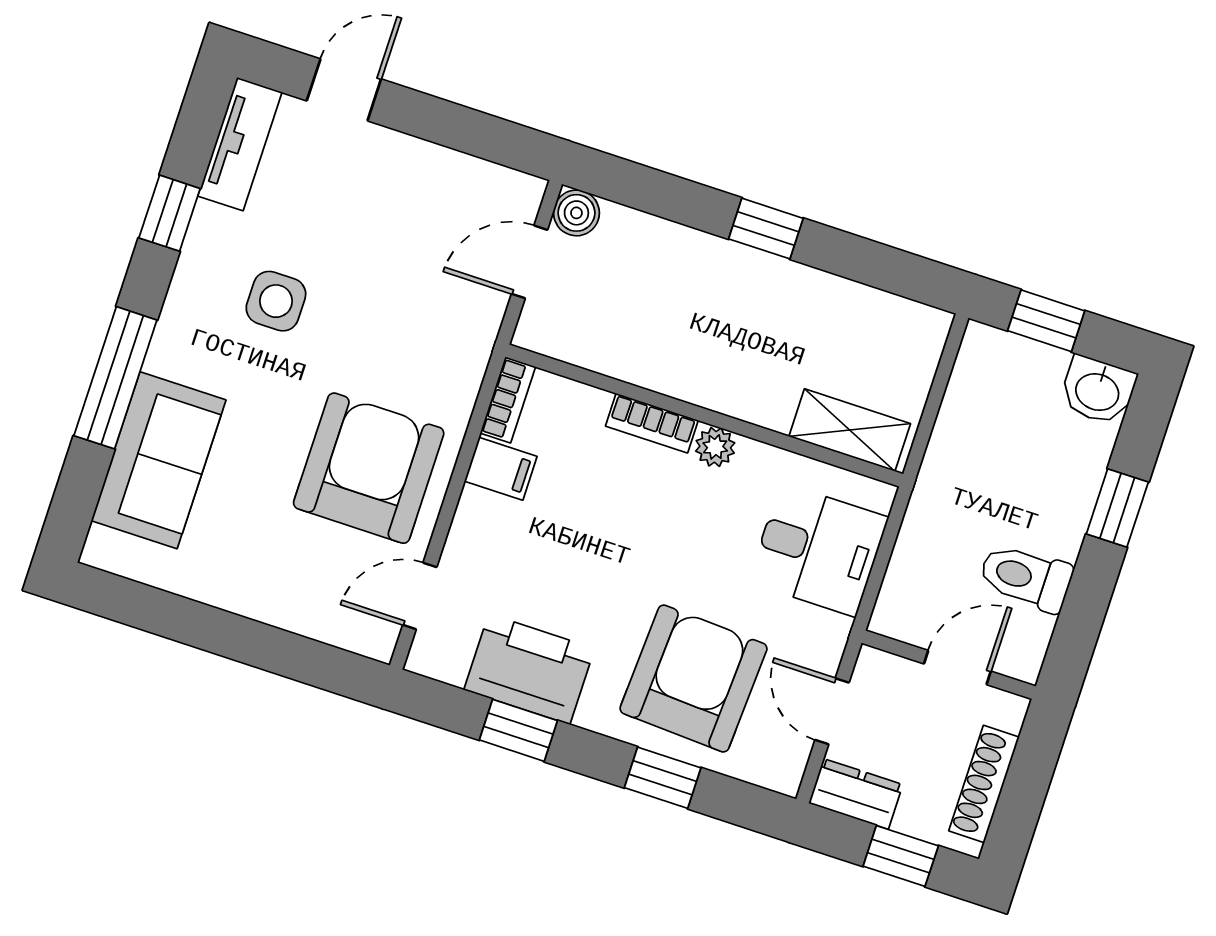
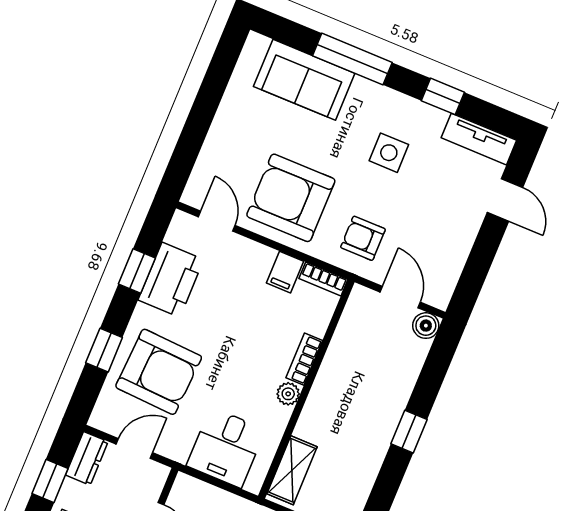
armchair: (431, 335) -> (363, 238), added
armchair: (369, 468) -> (291, 198), turned 180

